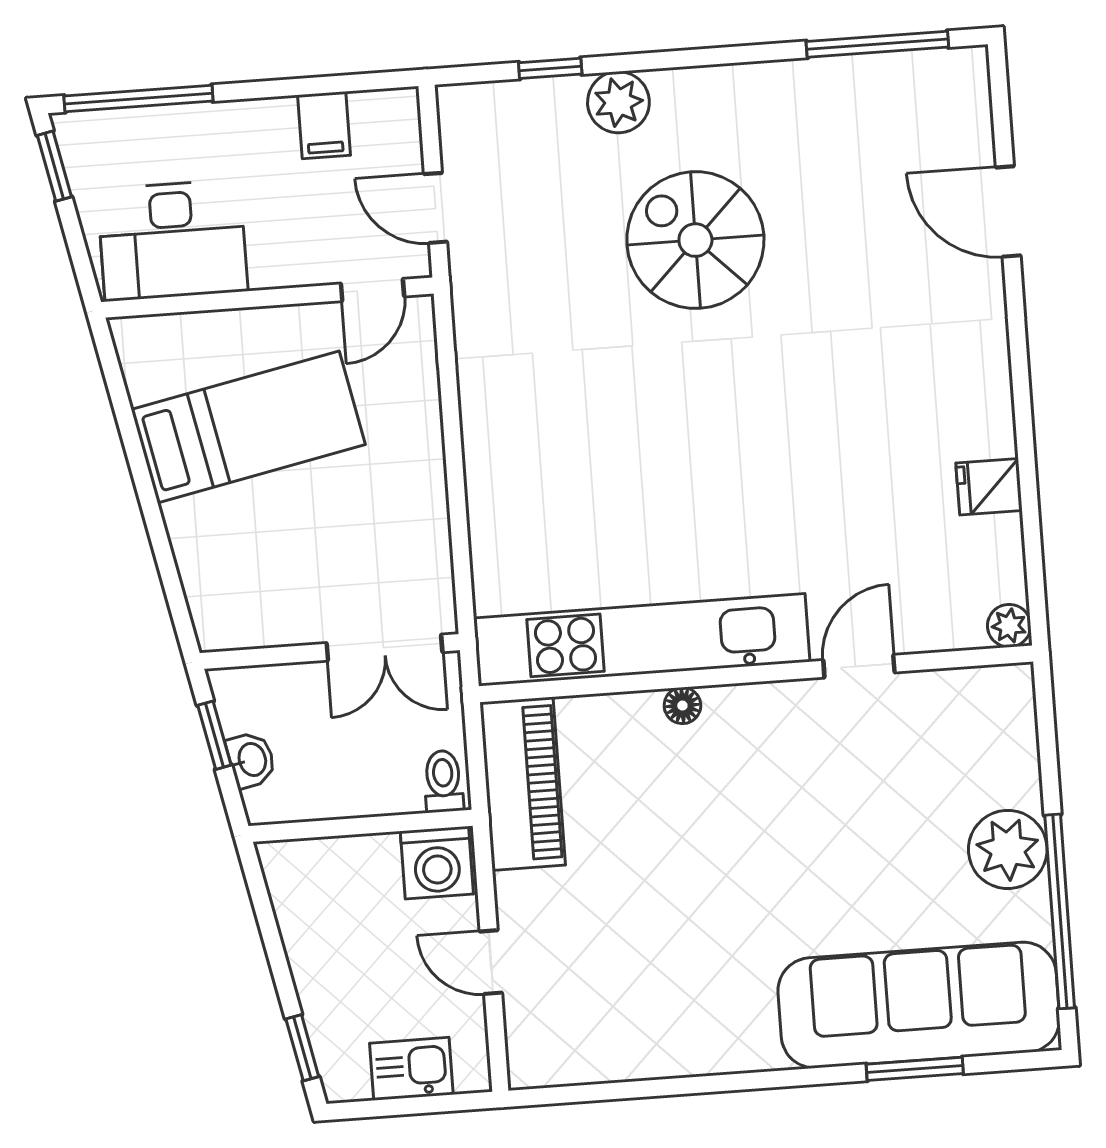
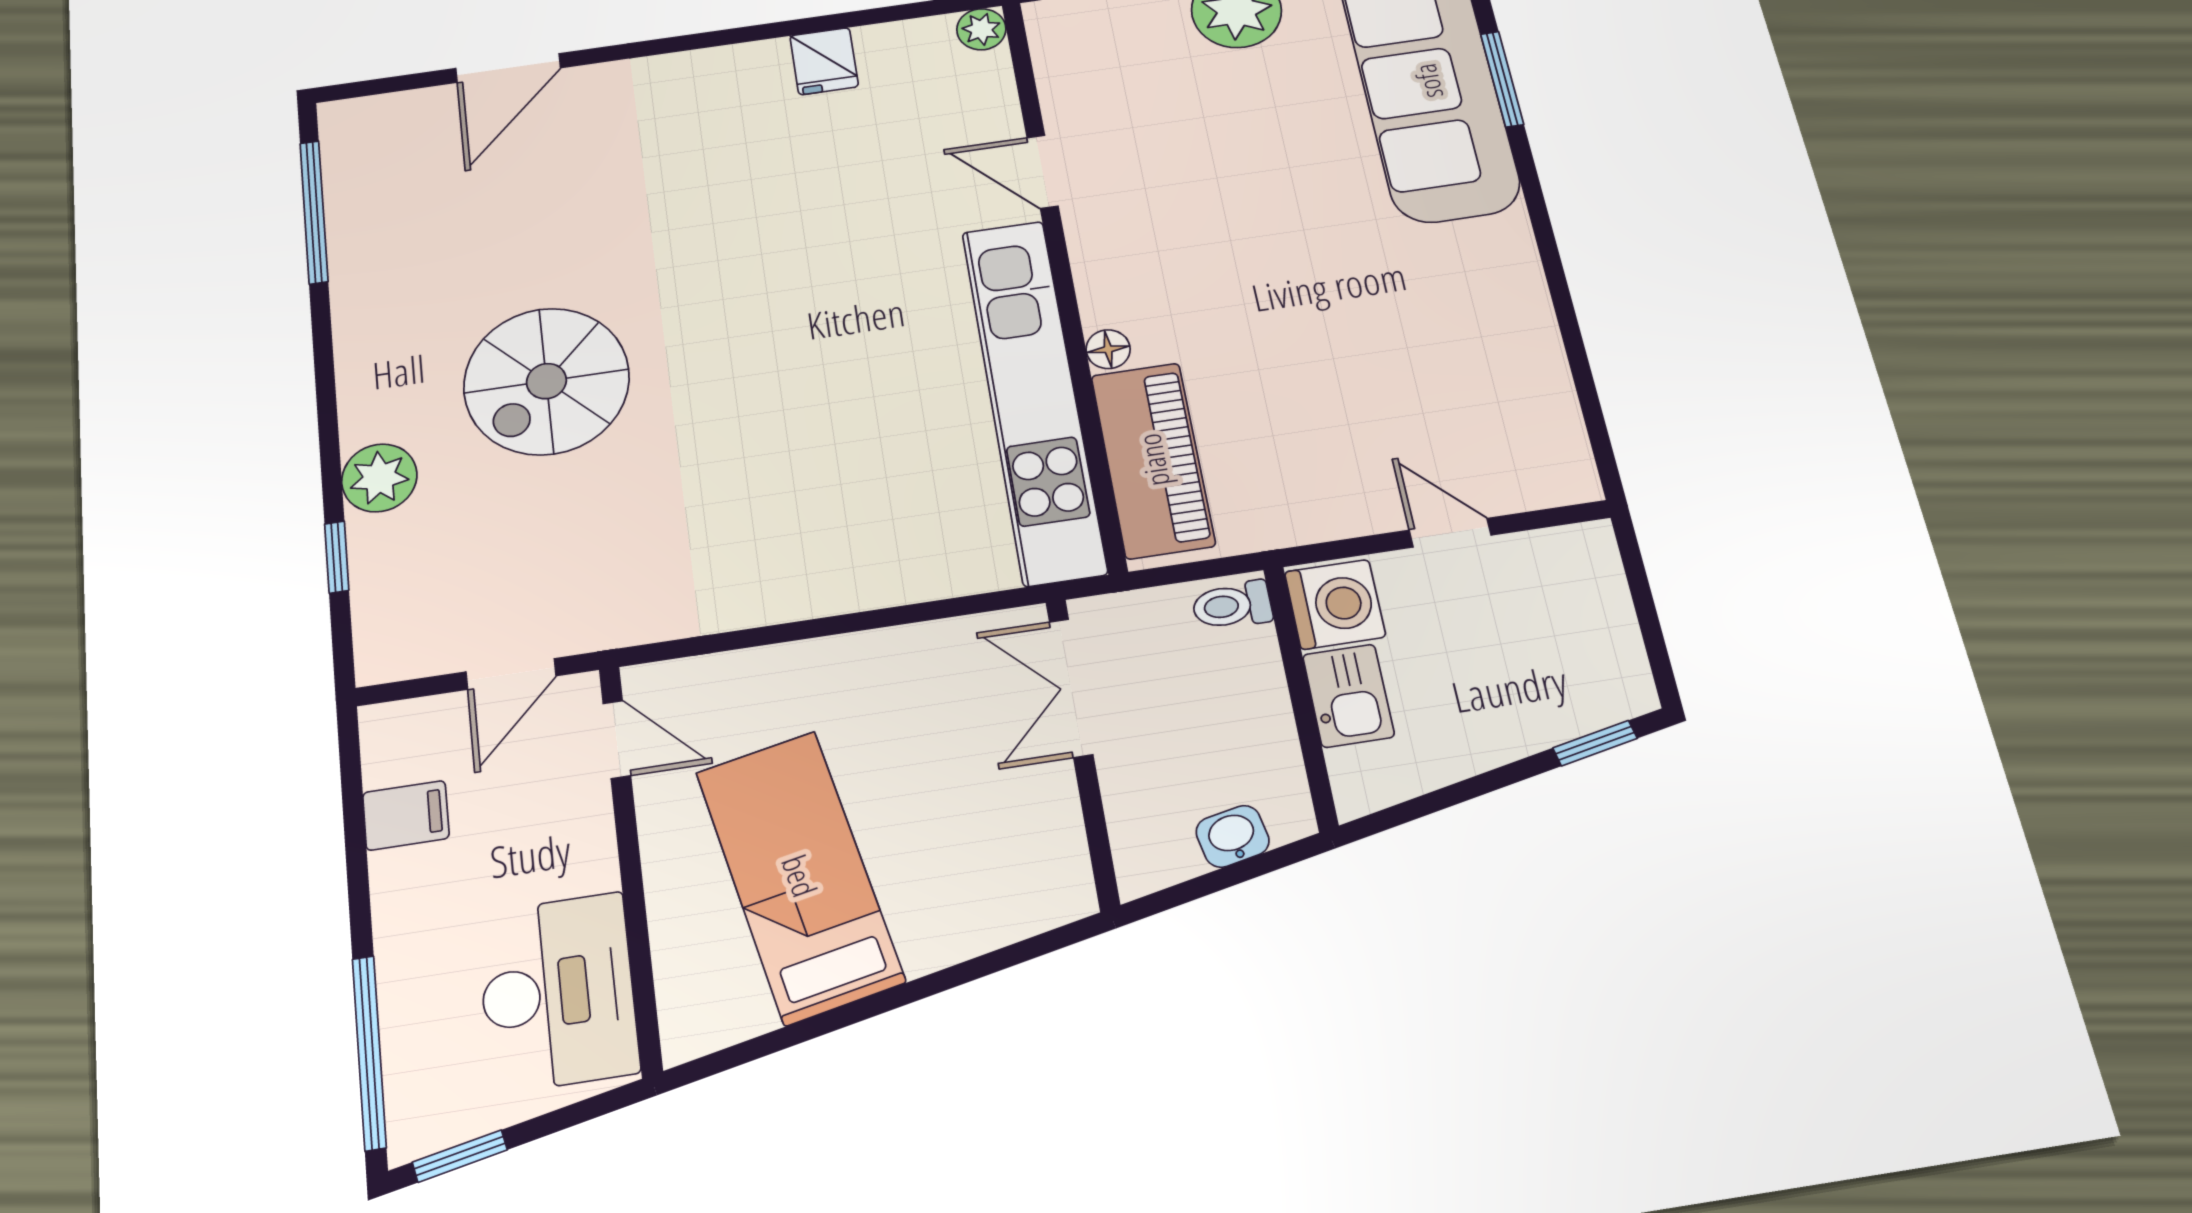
double door: (385, 648) -> (1071, 688), swing flipped
window: (214, 735) -> (1206, 885), removed
piano: (523, 784) -> (1153, 460), moved, turned 90
door: (491, 962) -> (1450, 533), swing flipped
kitchen sink: (411, 1069) -> (1348, 696), moved, turned 180

